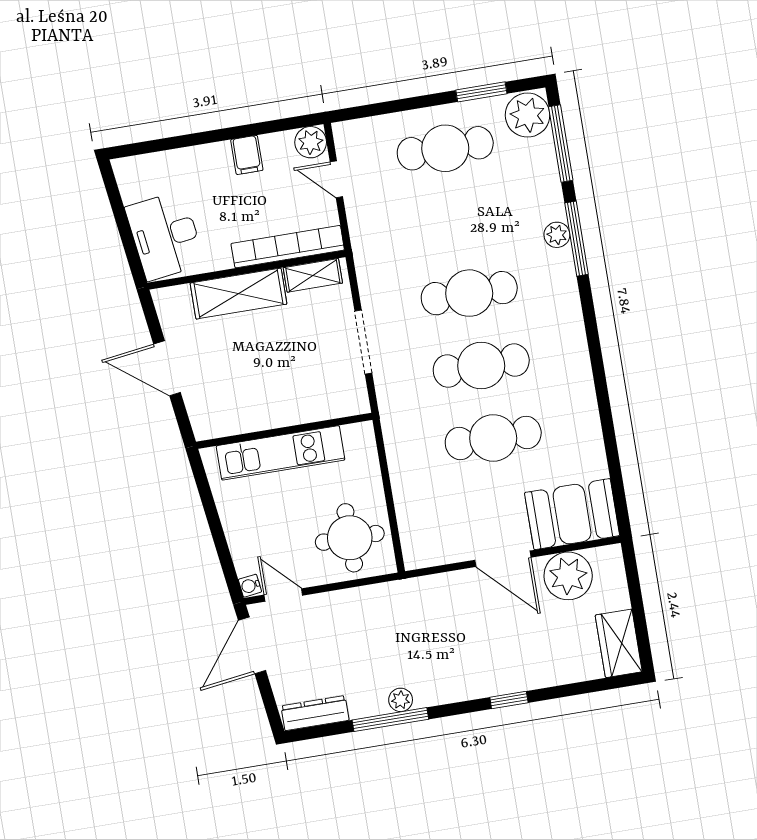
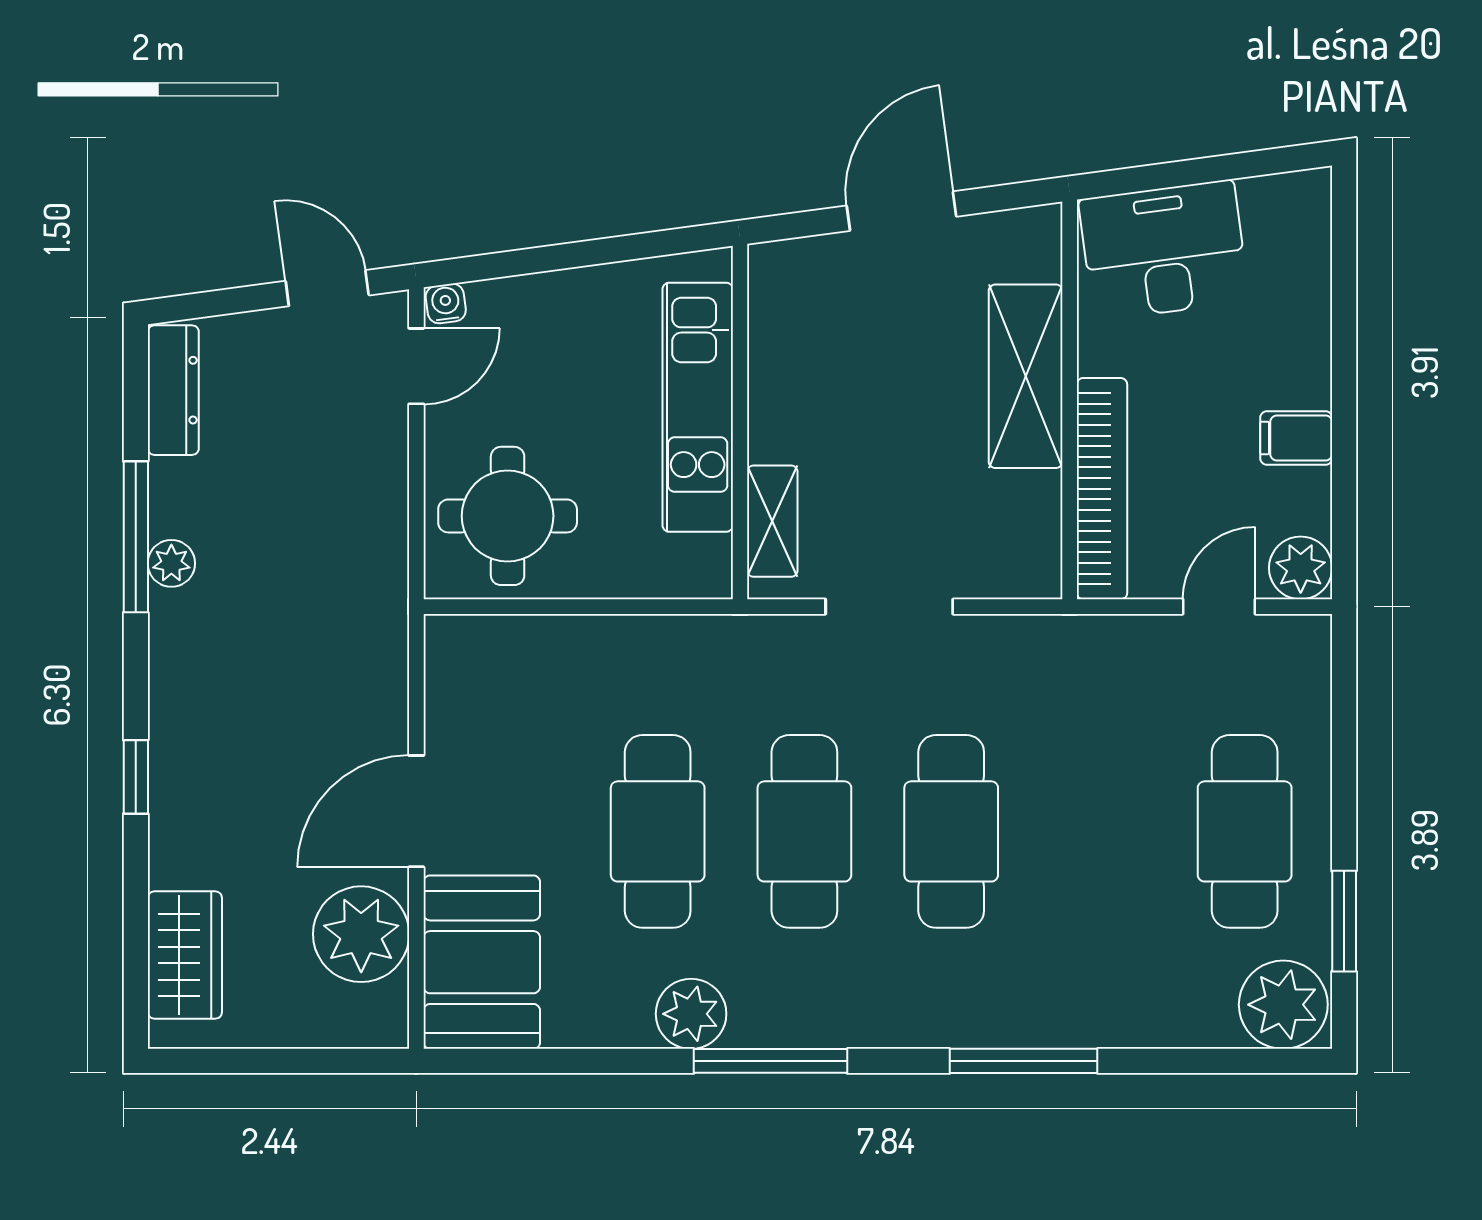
window: (561, 143) -> (770, 1061), moved
plant: (557, 235) -> (691, 1014), moved, width x1.38, depth x1.38
shelving: (313, 275) -> (772, 521), moved
wardrobe: (619, 643) -> (185, 955), moved, turned 90
door: (252, 645) -> (327, 288), width x0.73

